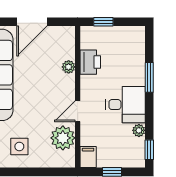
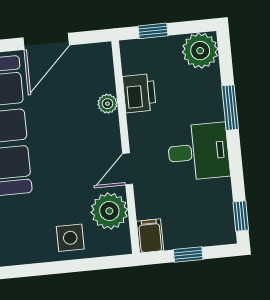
plant: (139, 130) -> (200, 51), moved, width x1.88, depth x1.88
side table: (19, 146) -> (70, 238), moved

